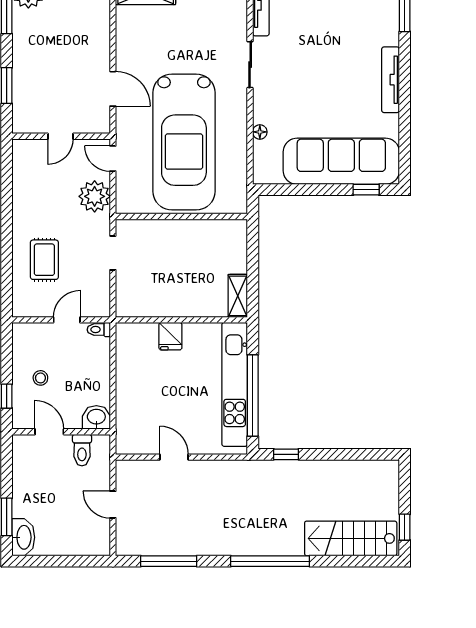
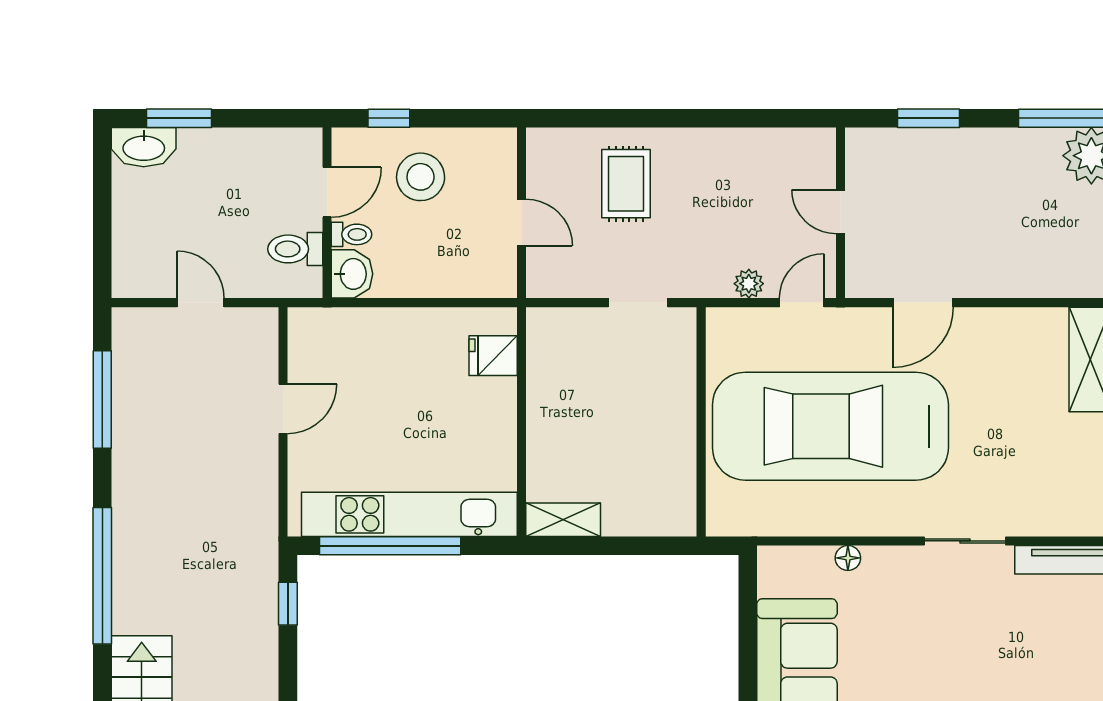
plant: (95, 196) -> (749, 284), width x0.53, depth x0.53
rug: (44, 260) -> (626, 184), turned 90
toilet: (99, 330) -> (352, 234), moved, turned 90
fridge: (170, 336) -> (493, 356), moved
stool: (40, 378) -> (421, 177), width x1.89, depth x1.89
door: (113, 505) -> (201, 303), hinge flipped

